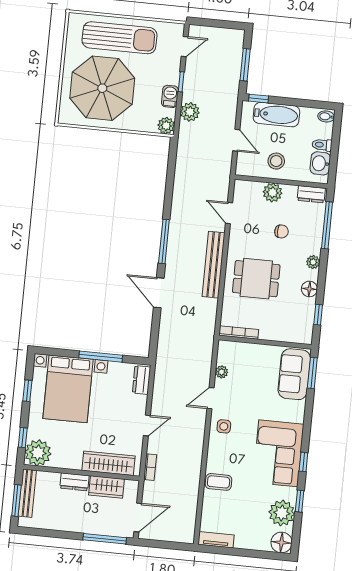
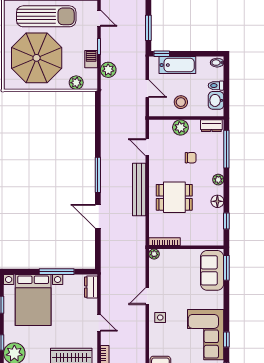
door: (185, 47) -> (99, 18), hinge flipped
plant: (166, 126) -> (76, 83), moved
plant: (222, 372) -> (154, 254), moved
door: (147, 425) -> (99, 323), hinge flipped

